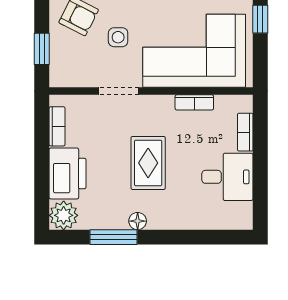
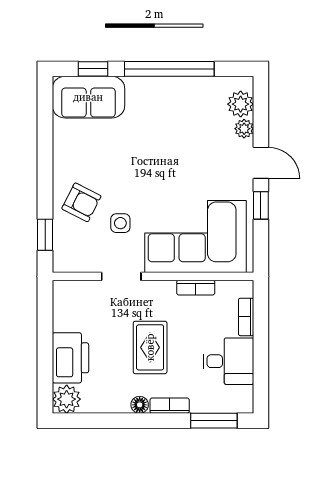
bookcase: (57, 126) -> (170, 406), moved, turned -90
window: (114, 237) -> (214, 421), moved

